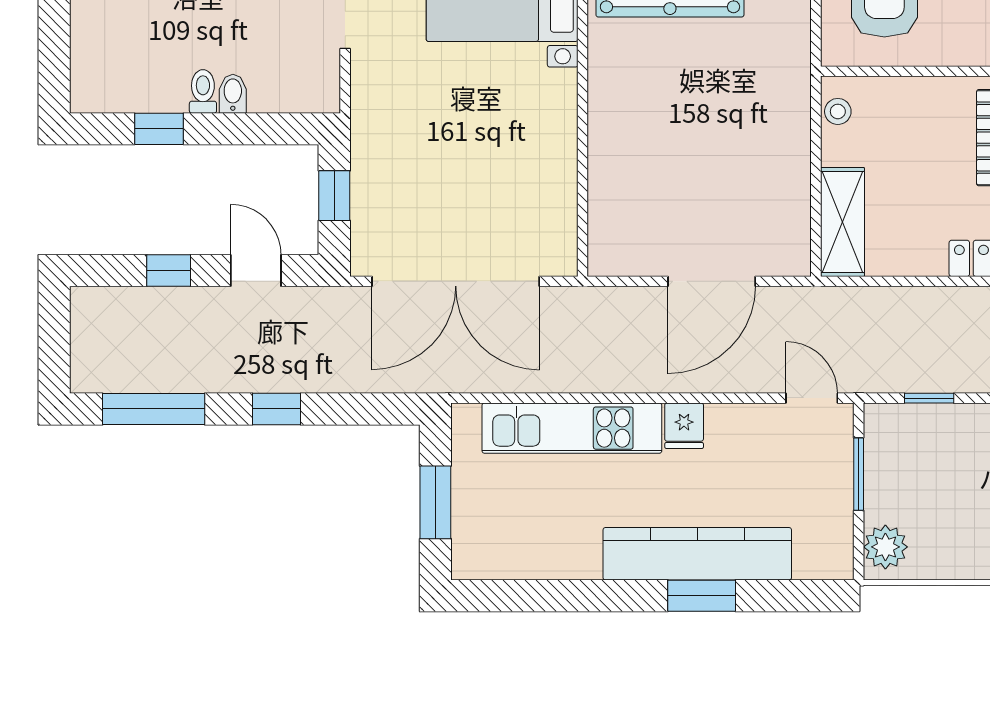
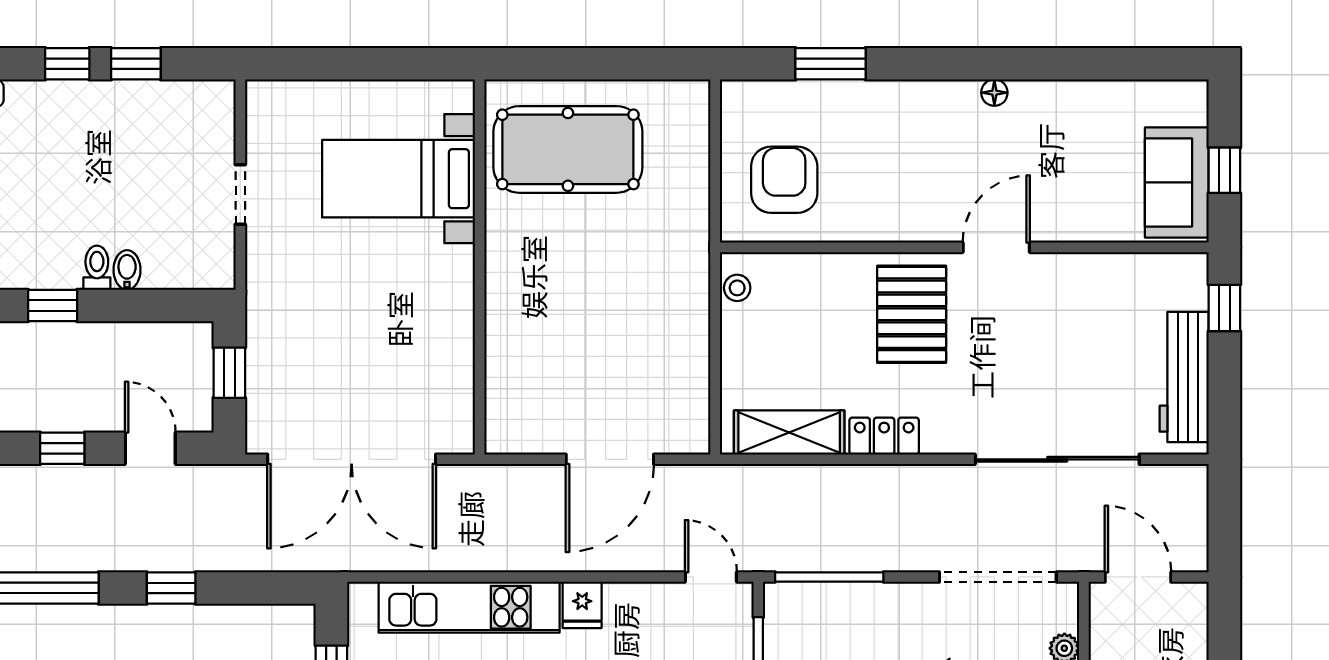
shelving: (842, 222) -> (789, 432), moved, turned 90
window: (929, 398) -> (829, 577), width x2.17

